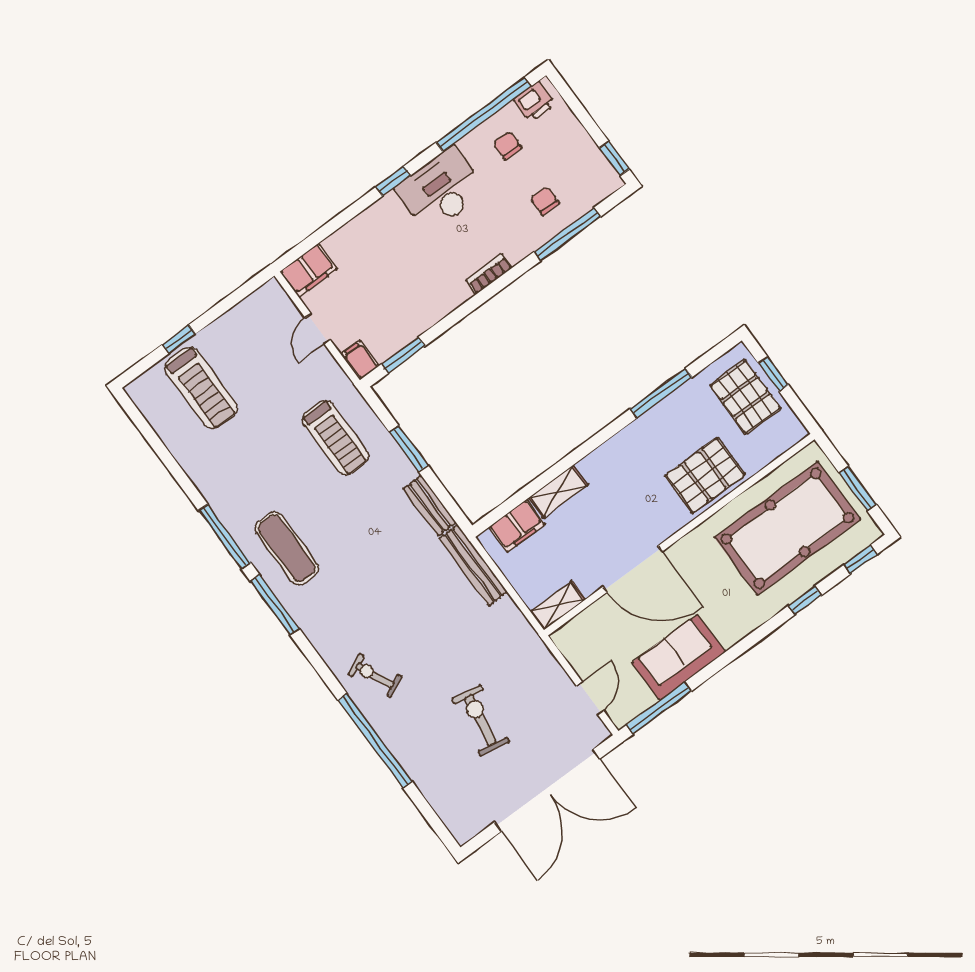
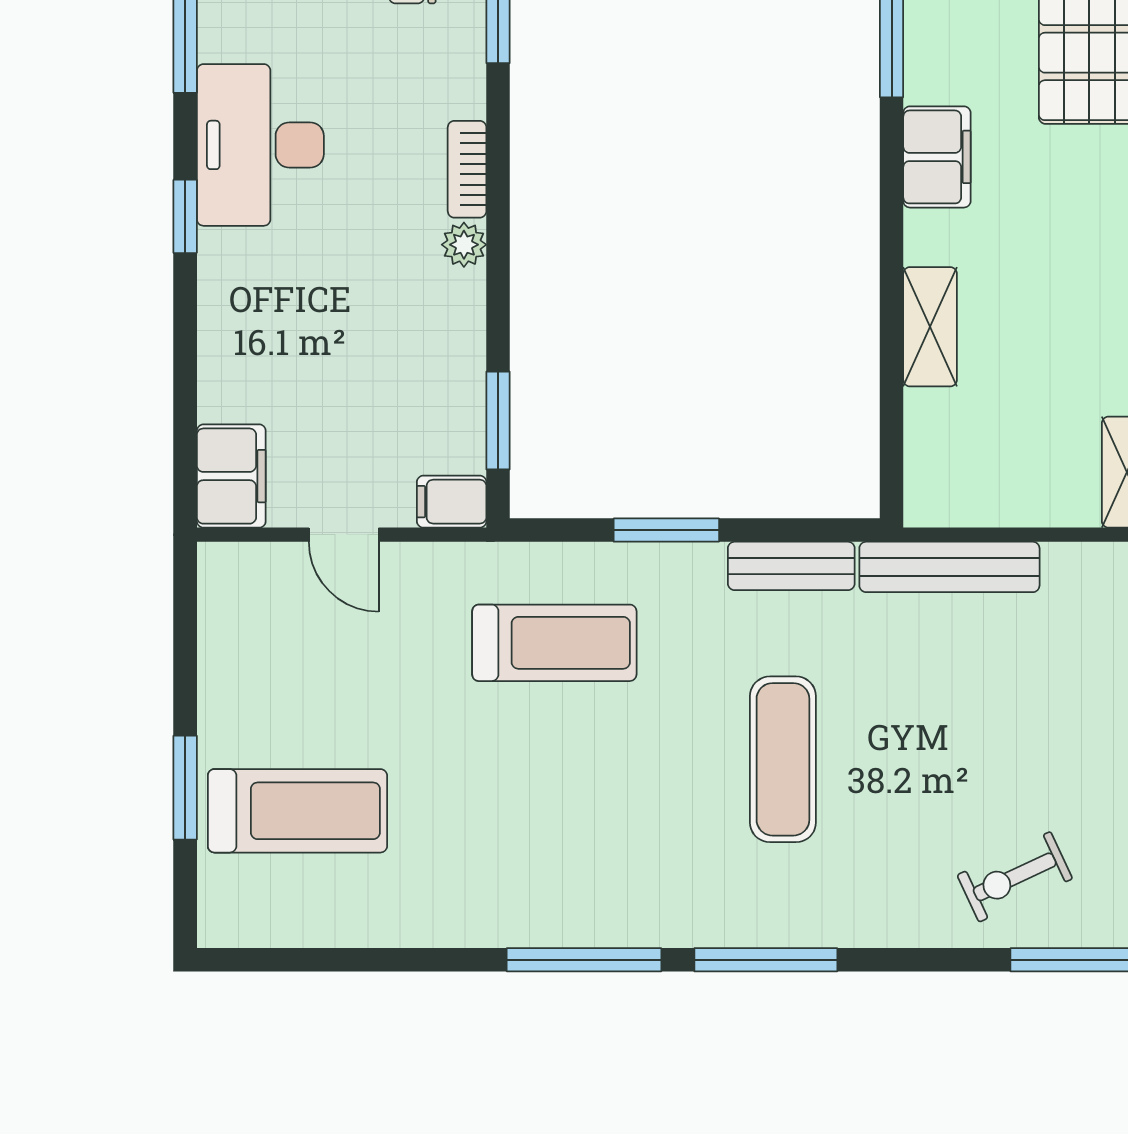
plant: (460, 294) -> (464, 245), added
window: (179, 339) -> (185, 788), width x1.50
filing cabinet: (517, 526) -> (937, 157), moved
exercise mat: (287, 548) -> (783, 759), moved, turned 90

